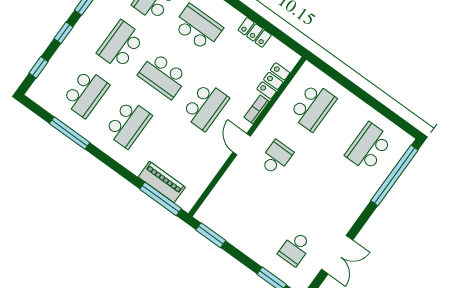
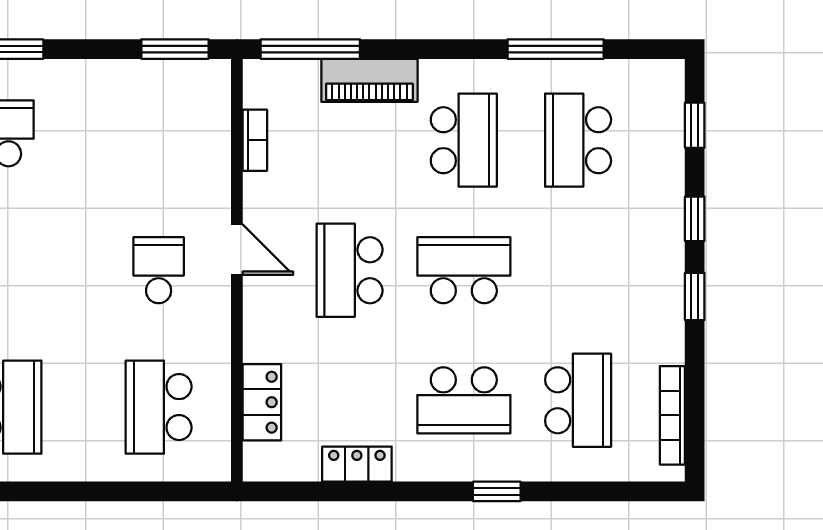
school desk: (121, 45) -> (578, 270), removed
bookcase: (257, 109) -> (255, 140), moved
school desk: (128, 124) -> (464, 140), turned 180
school desk: (276, 158) -> (159, 270), turned 180
piano: (162, 182) -> (369, 80), moved

